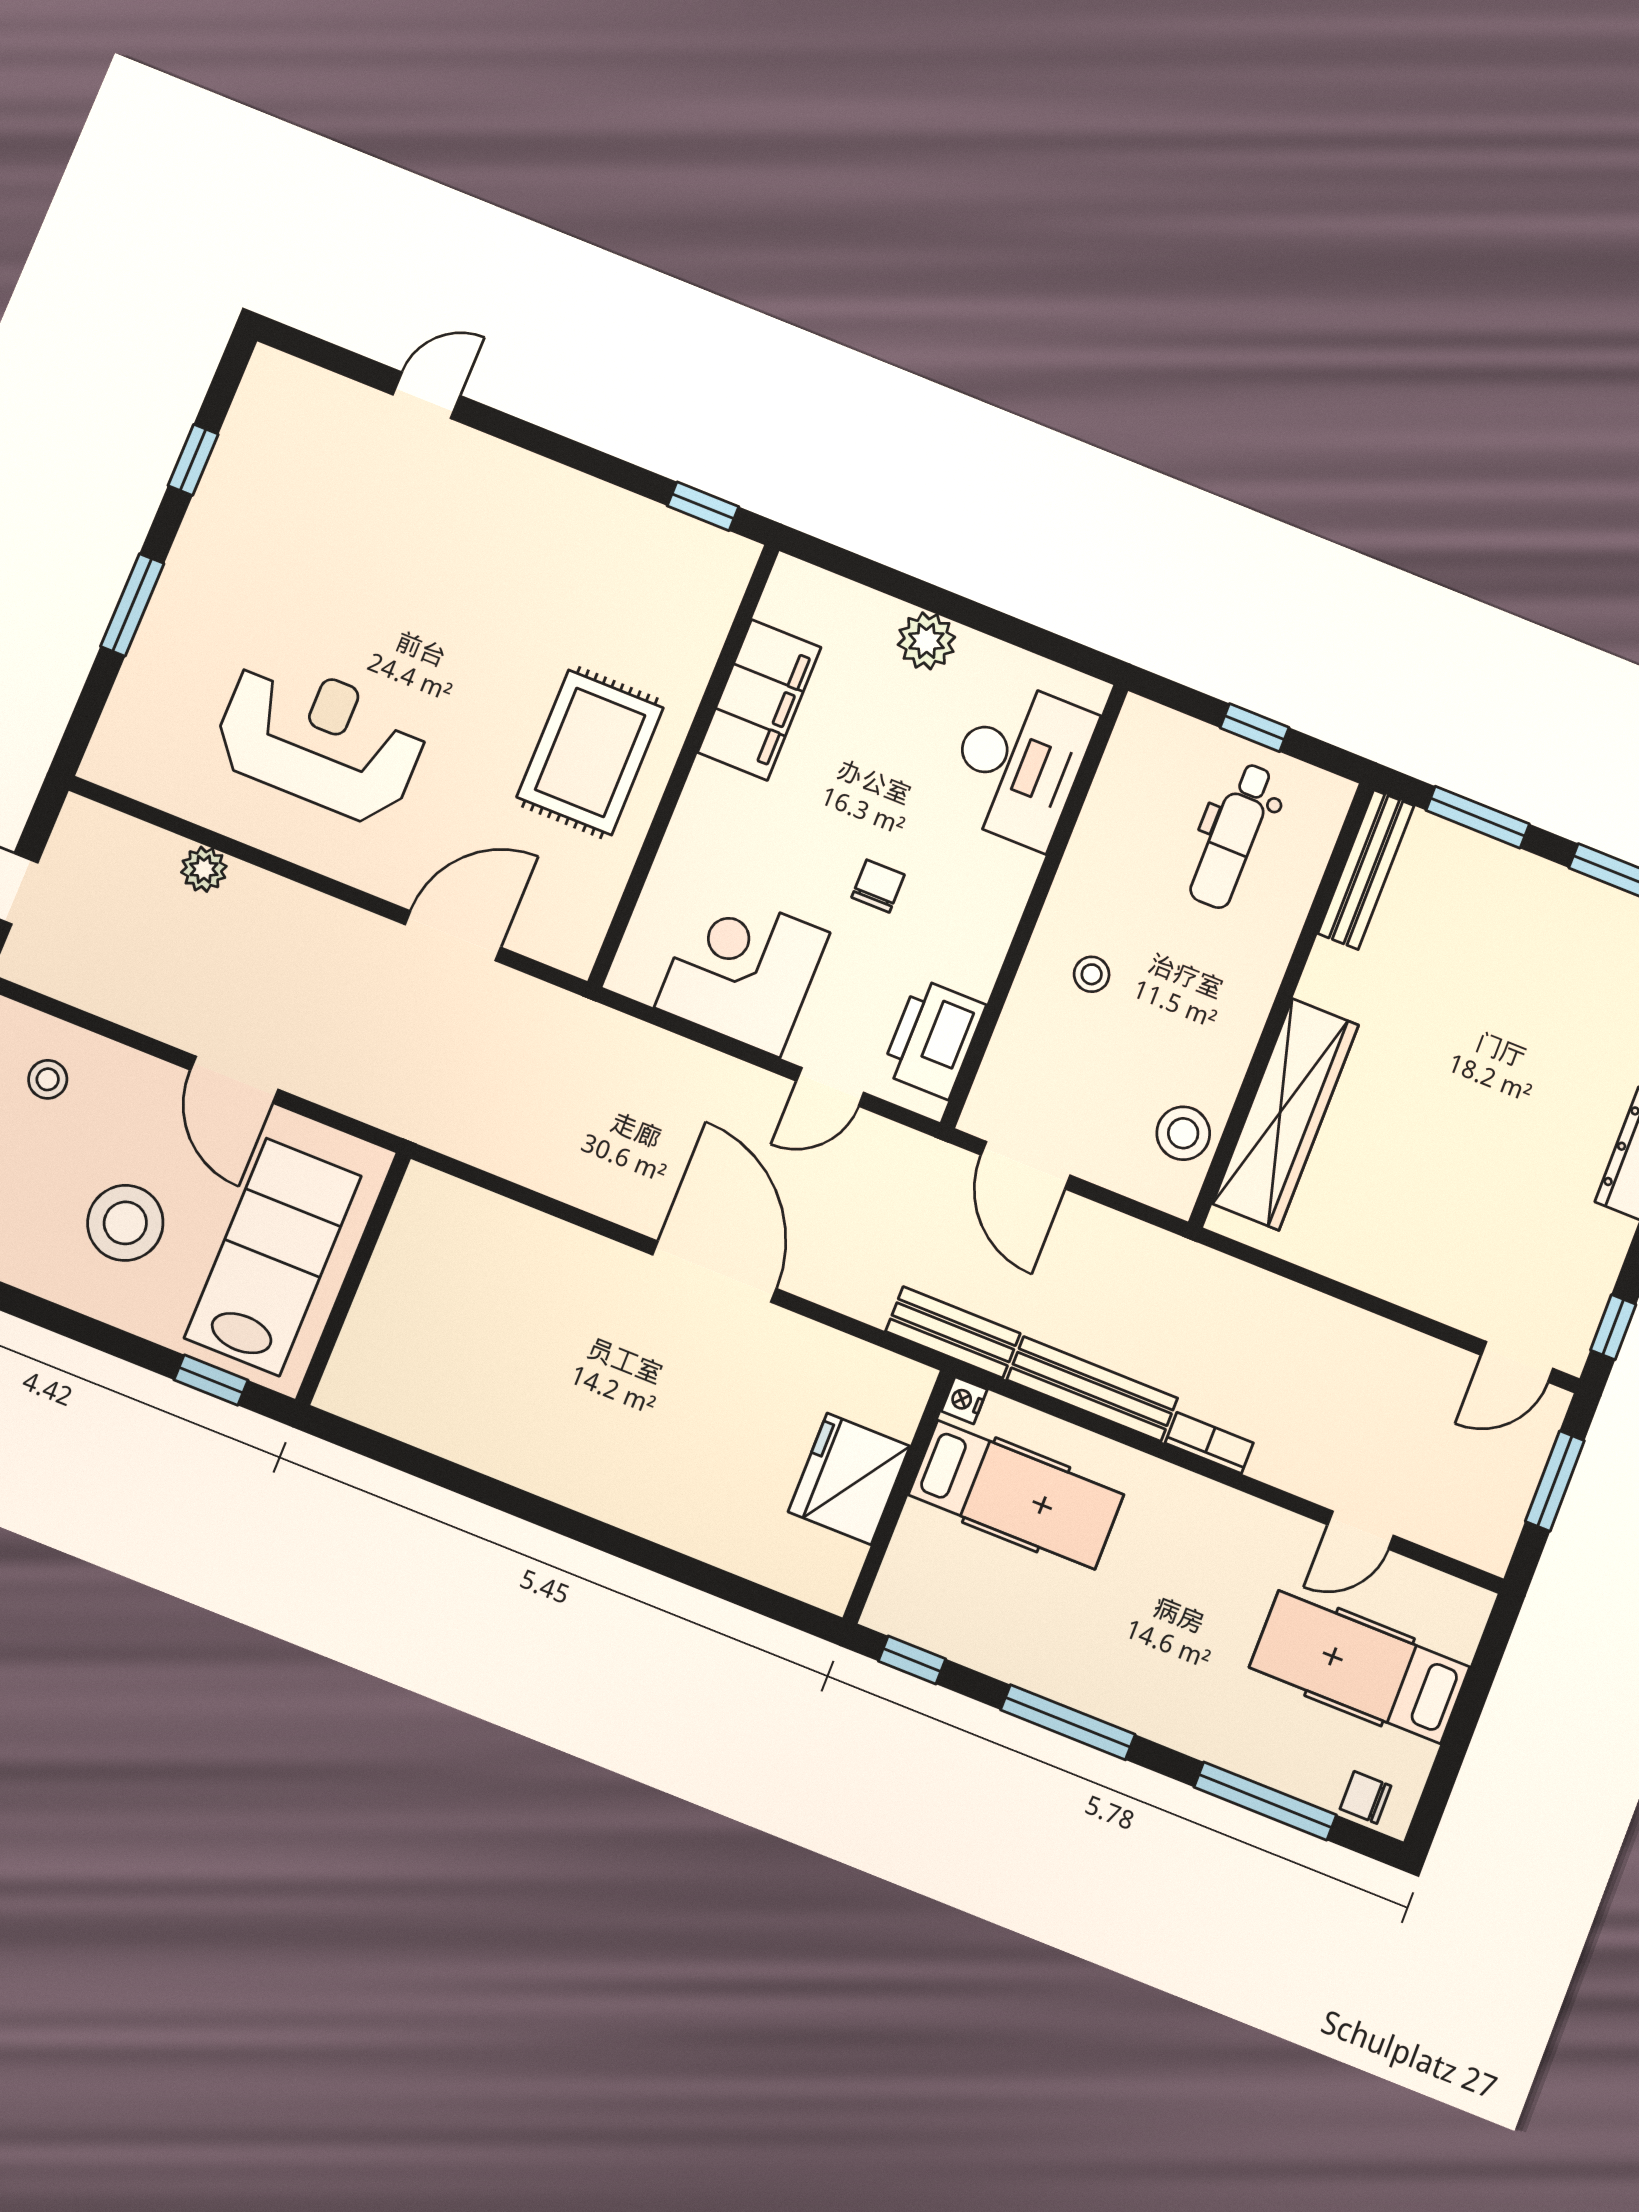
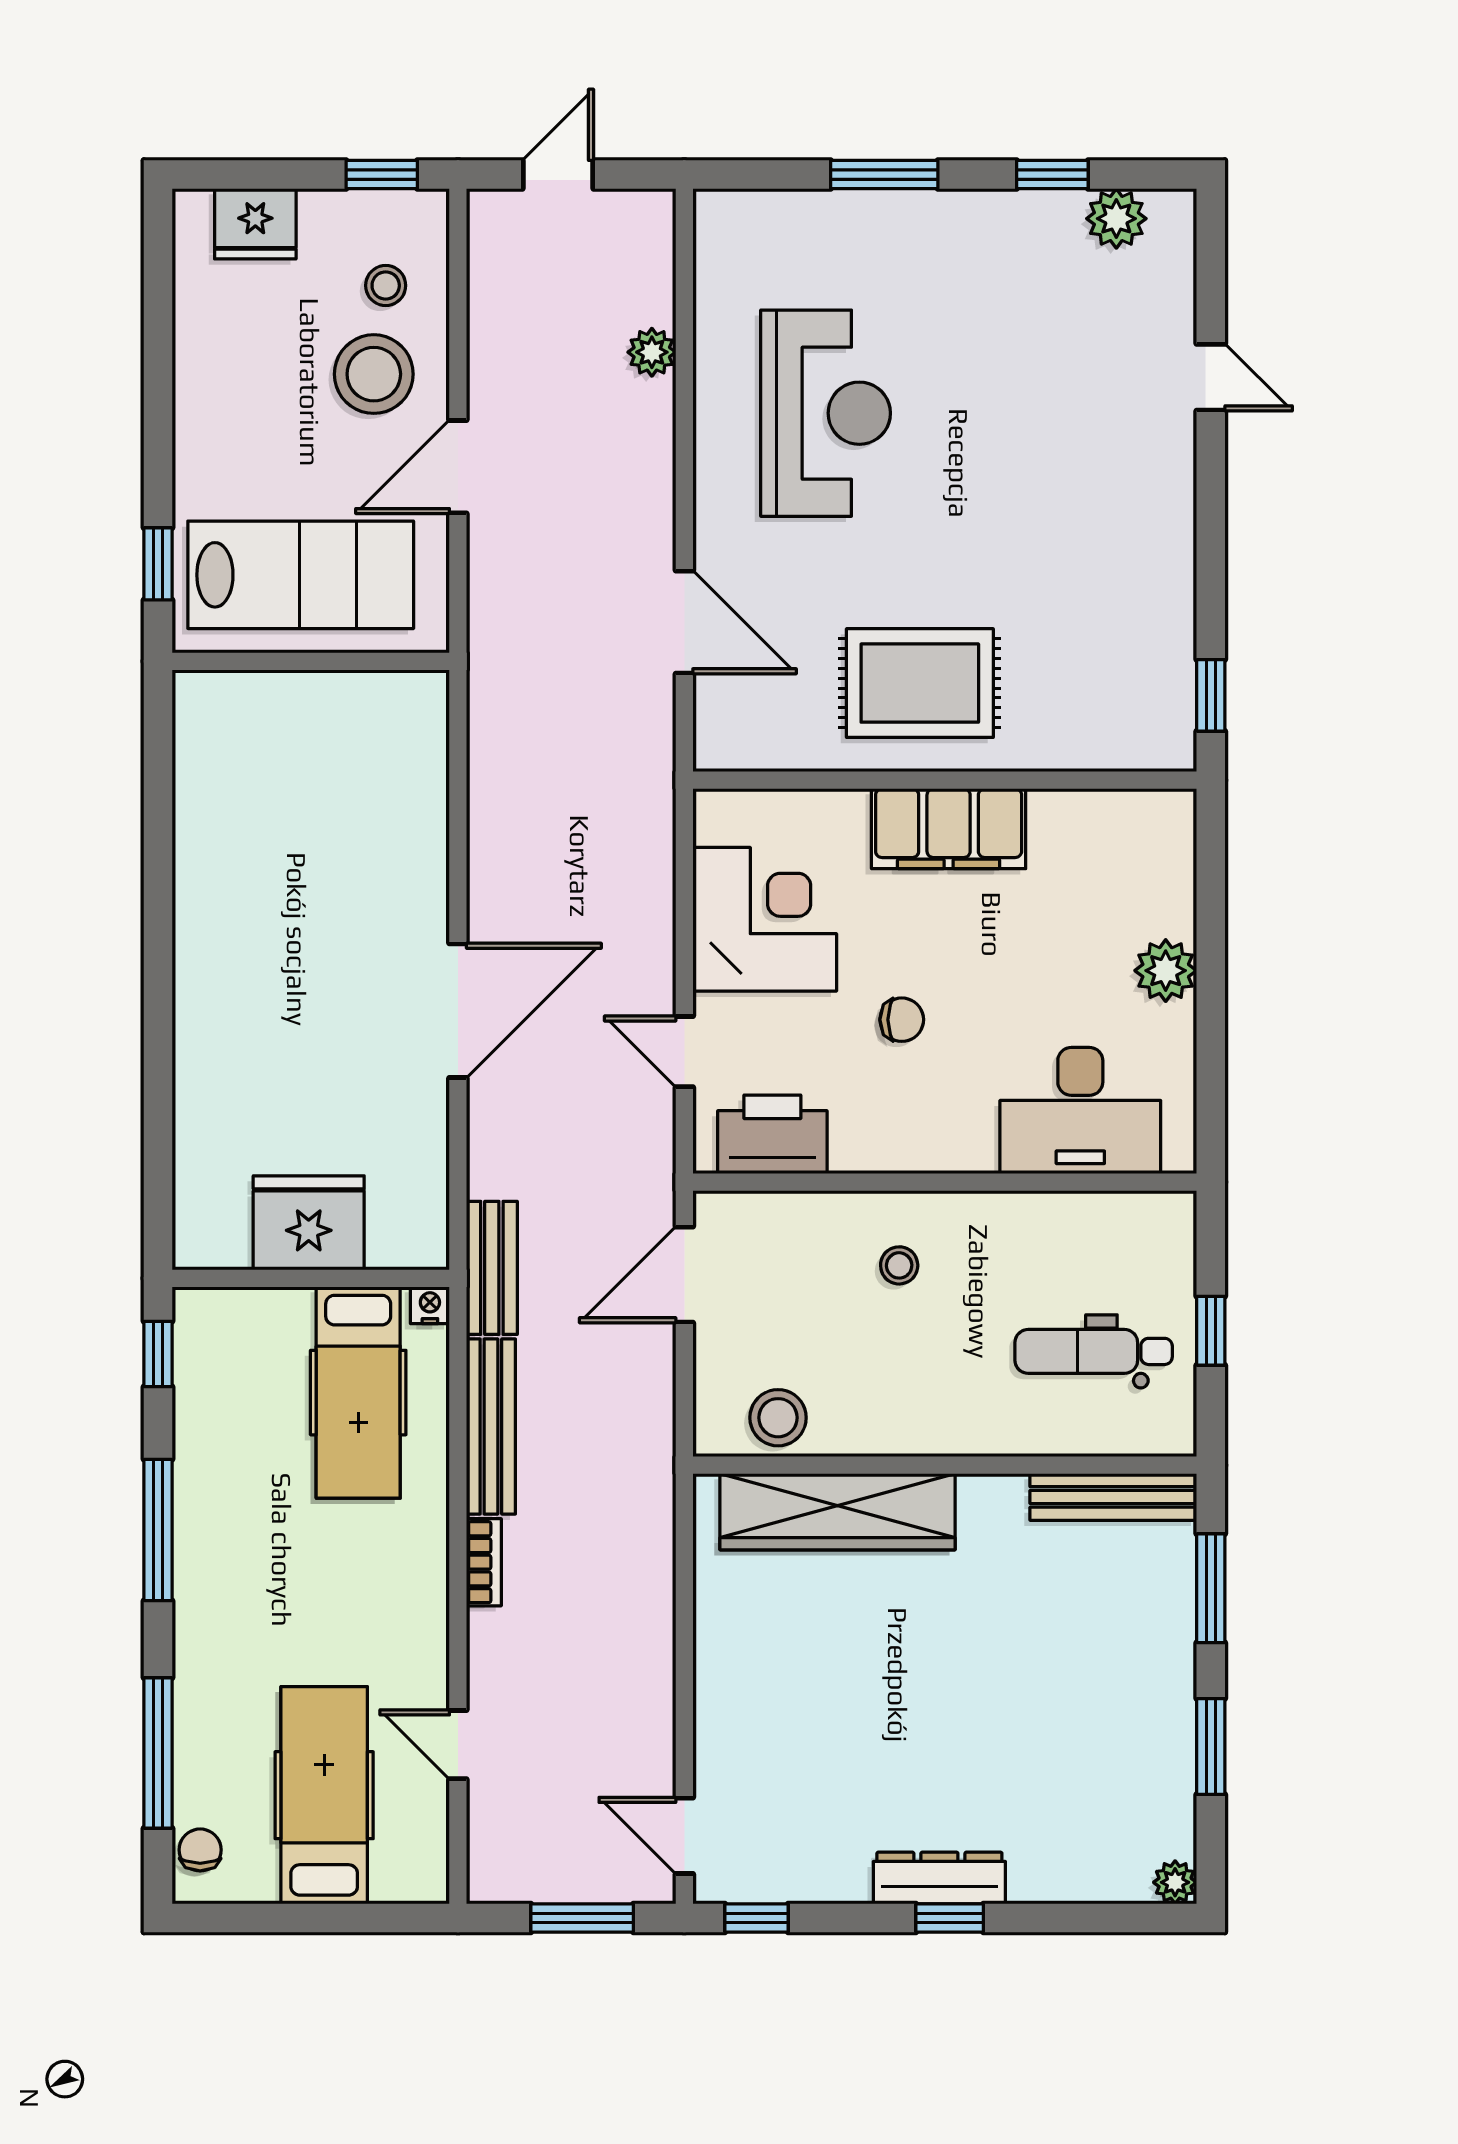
plant: (254, 420) -> (1116, 219), added
filing cabinet: (759, 700) -> (949, 829), moved
stool: (125, 1223) -> (374, 374), moved

